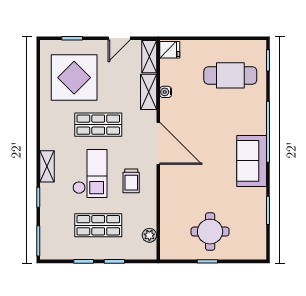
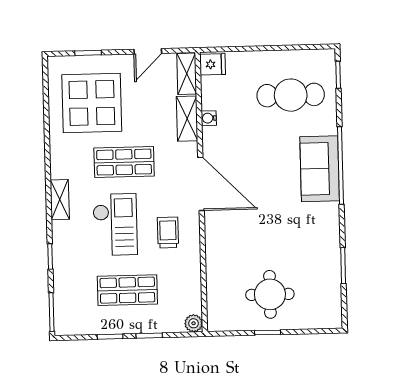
sofa: (252, 161) -> (320, 169), moved
shelving: (47, 166) -> (60, 200), moved
trolley: (131, 181) -> (168, 233), turned 180
plant: (149, 235) -> (194, 323), moved

